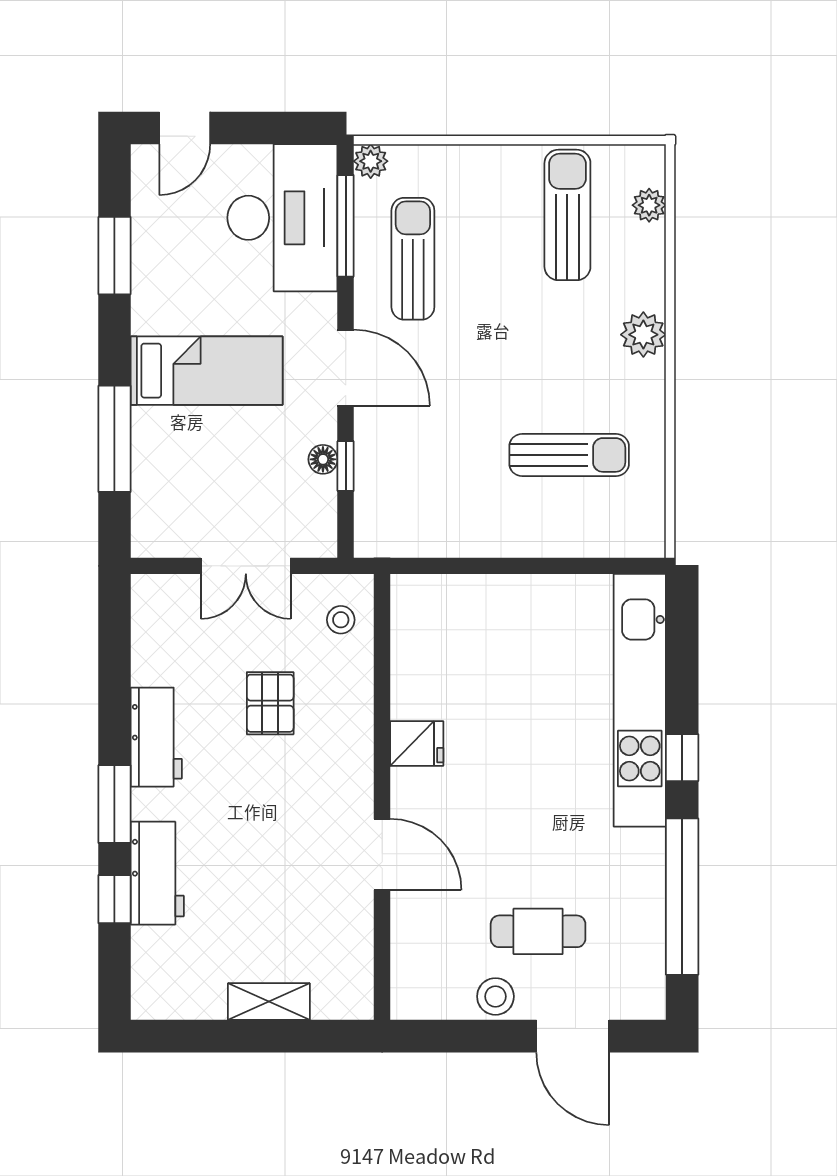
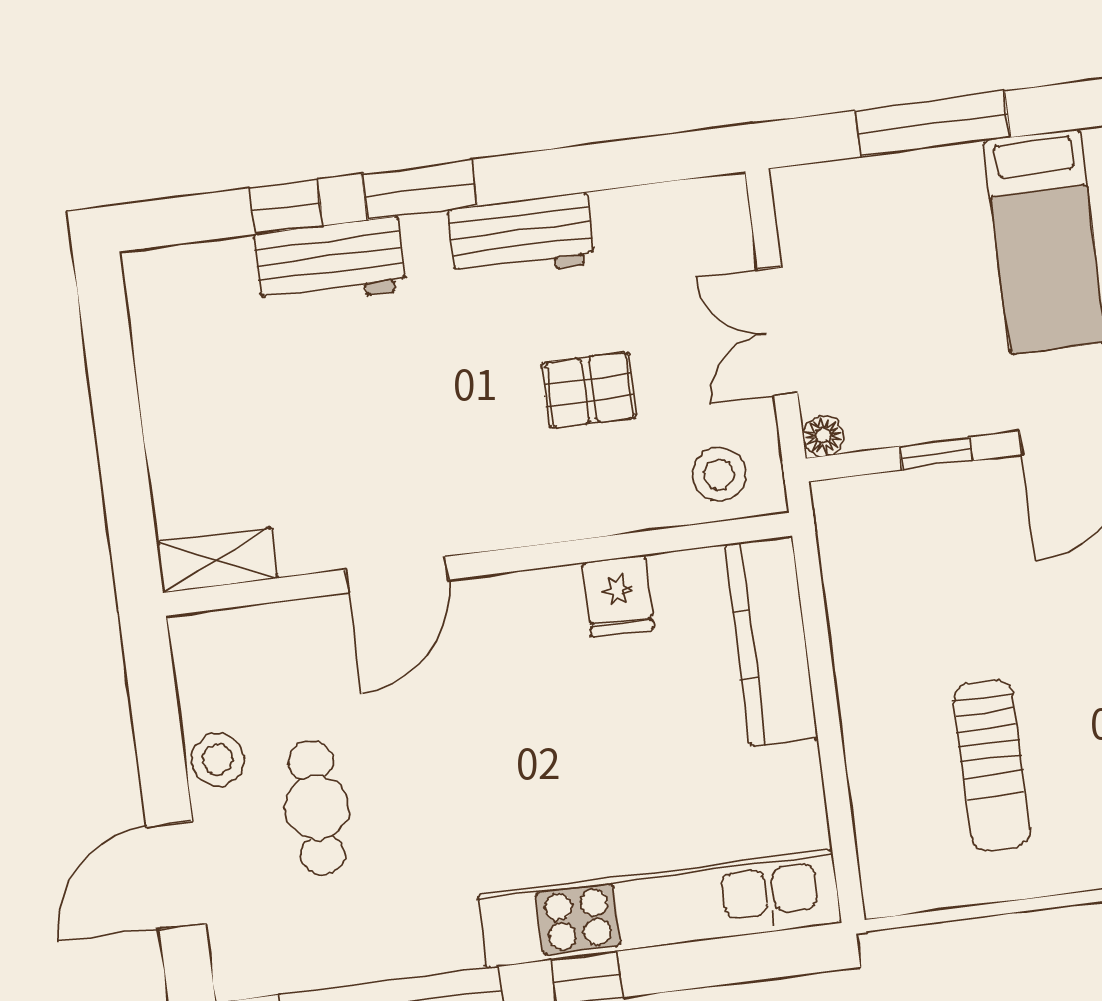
floor lamp: (323, 459) -> (823, 436), moved
kitchen counter: (462, 598) -> (771, 641), added
stool: (341, 620) -> (719, 474), width x1.37, depth x1.37
fridge: (417, 744) -> (618, 596), moved
shelving: (269, 1002) -> (217, 560), moved, turned 90

